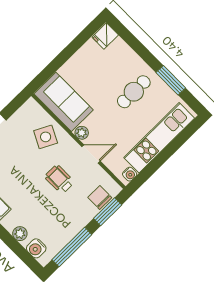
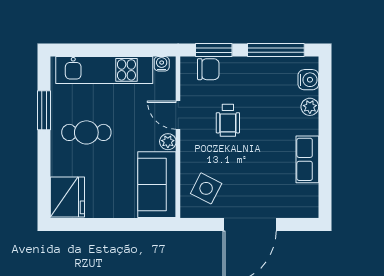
fridge: (105, 36) -> (67, 197), width x1.88, depth x1.34
side table: (46, 137) -> (206, 188), moved
chair: (100, 197) -> (208, 69), turned -90

